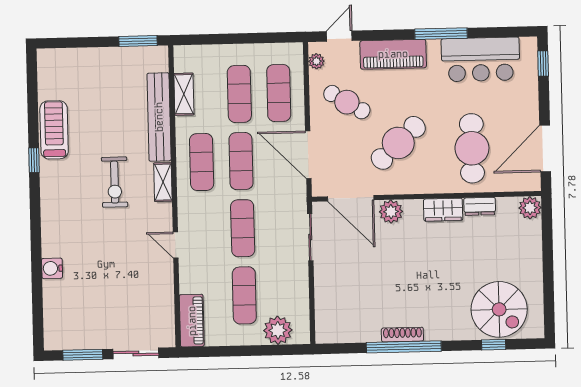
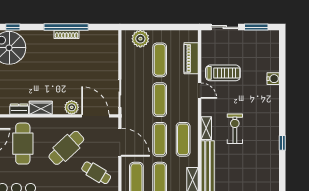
treadmill: (54, 130) -> (223, 73), moved, turned -90
piano: (192, 321) -> (191, 58), moved

